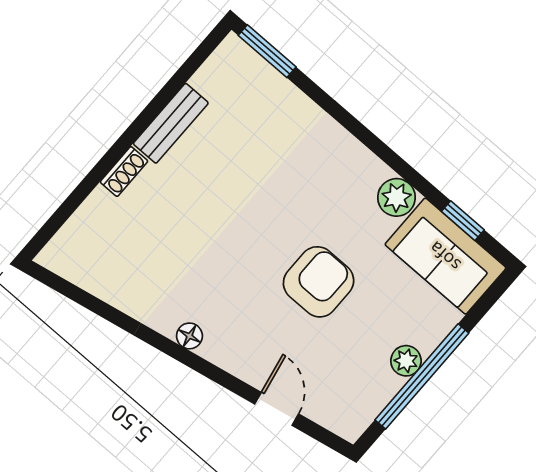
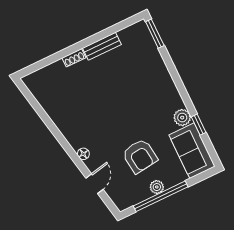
window: (463, 221) -> (199, 125), moved
armchair: (319, 282) -> (140, 156), moved, turned 83
floor lamp: (189, 336) -> (83, 154), moved

